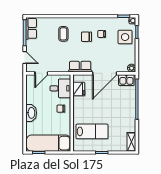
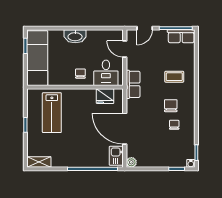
side table: (125, 37) -> (170, 154), removed
row of seats: (80, 67) -> (133, 84), moved

